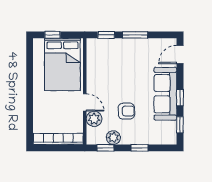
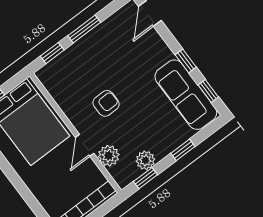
sofa: (165, 94) -> (186, 95), moved
door: (85, 102) -> (85, 145), swing flipped
armchair: (126, 111) -> (106, 103), moved

